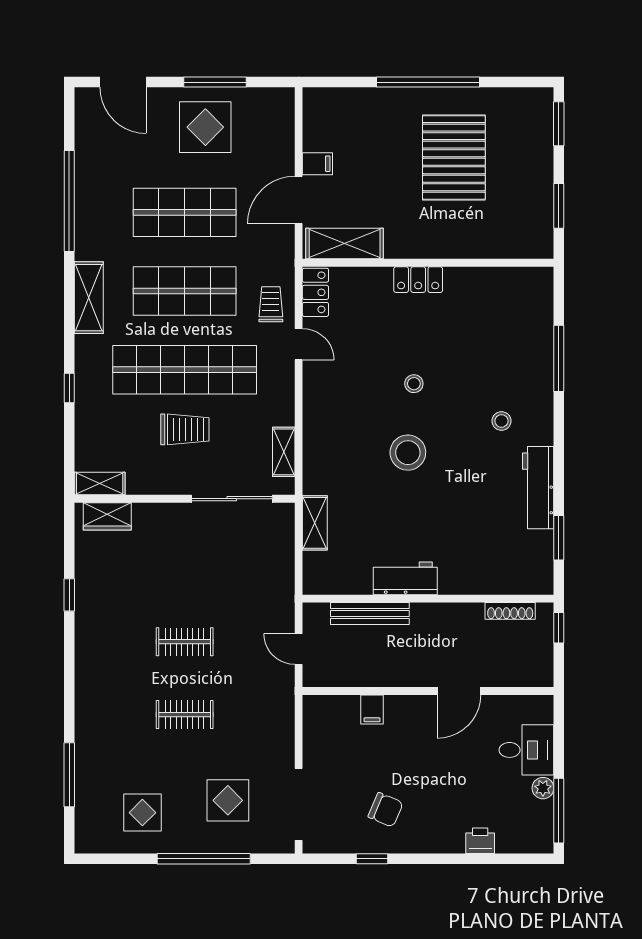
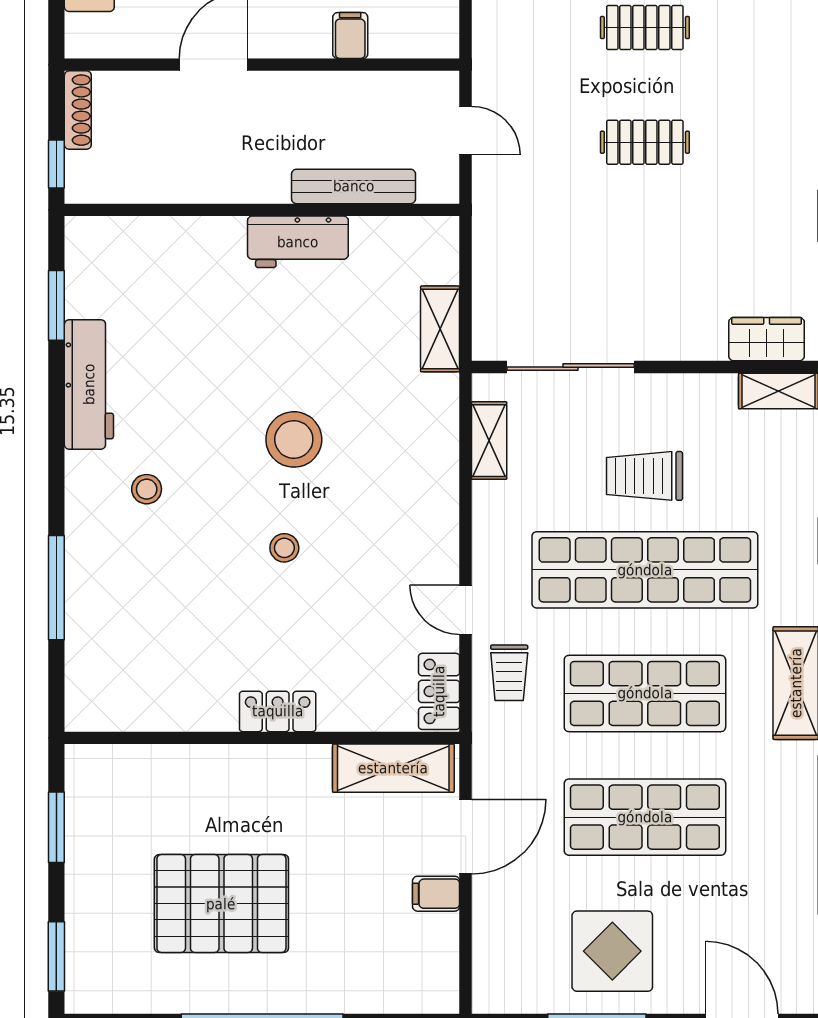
pallet: (454, 157) -> (221, 904), turned 90
shoe rack: (510, 611) -> (78, 110), moved, turned 90

